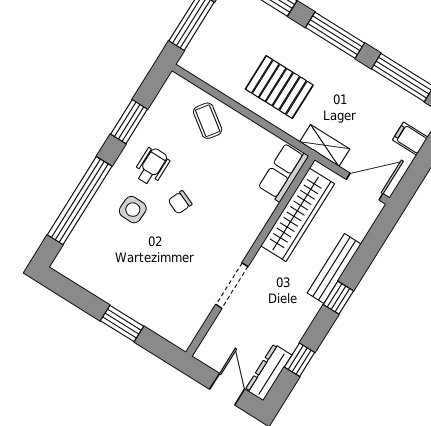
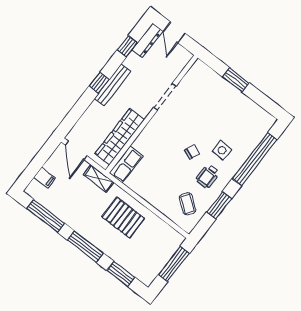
coffee table: (208, 121) -> (188, 204), moved
door: (365, 187) -> (76, 150), hinge flipped
bench: (334, 269) -> (113, 85), moved

